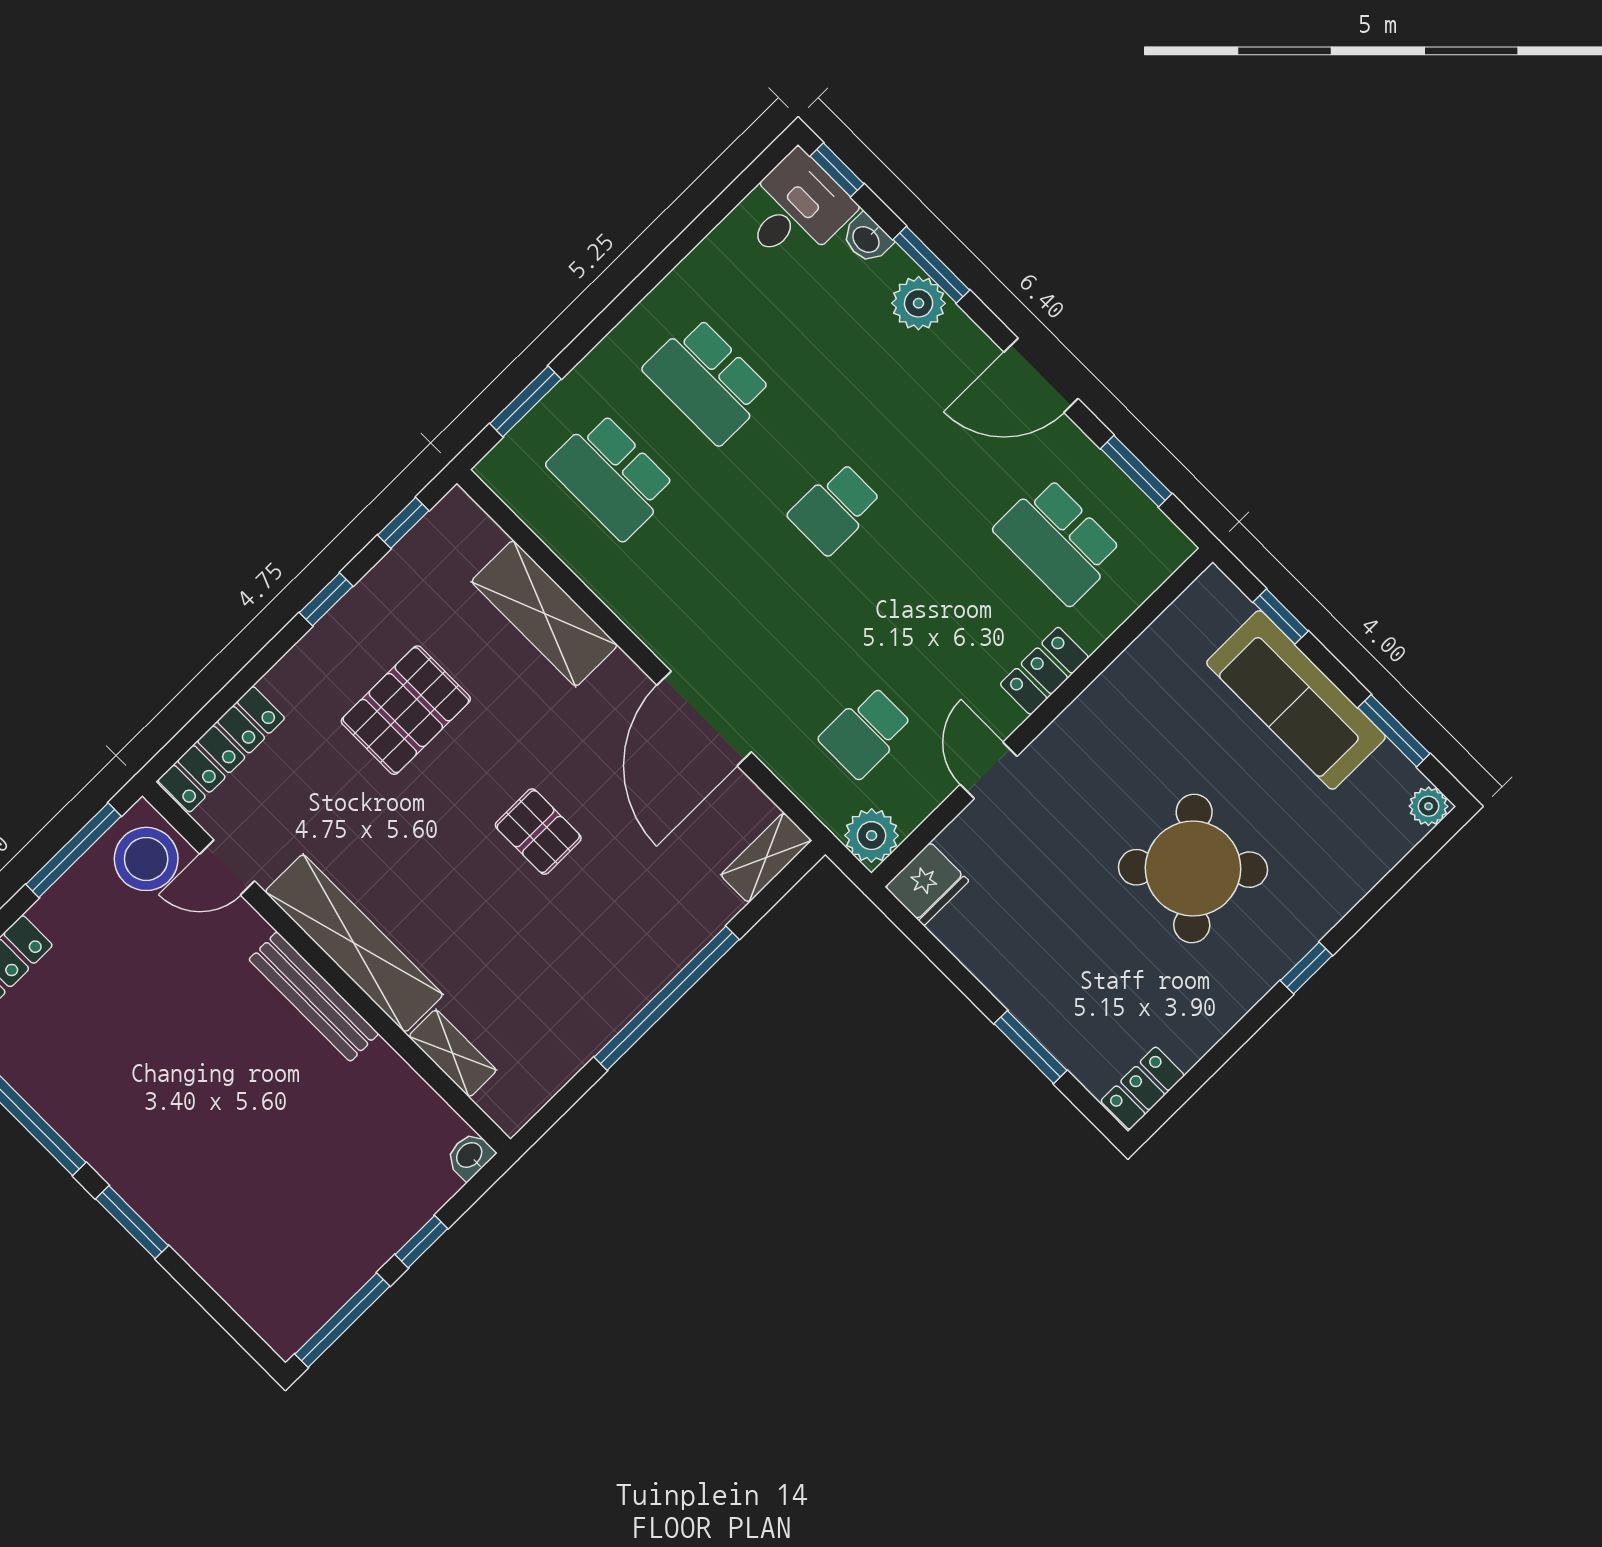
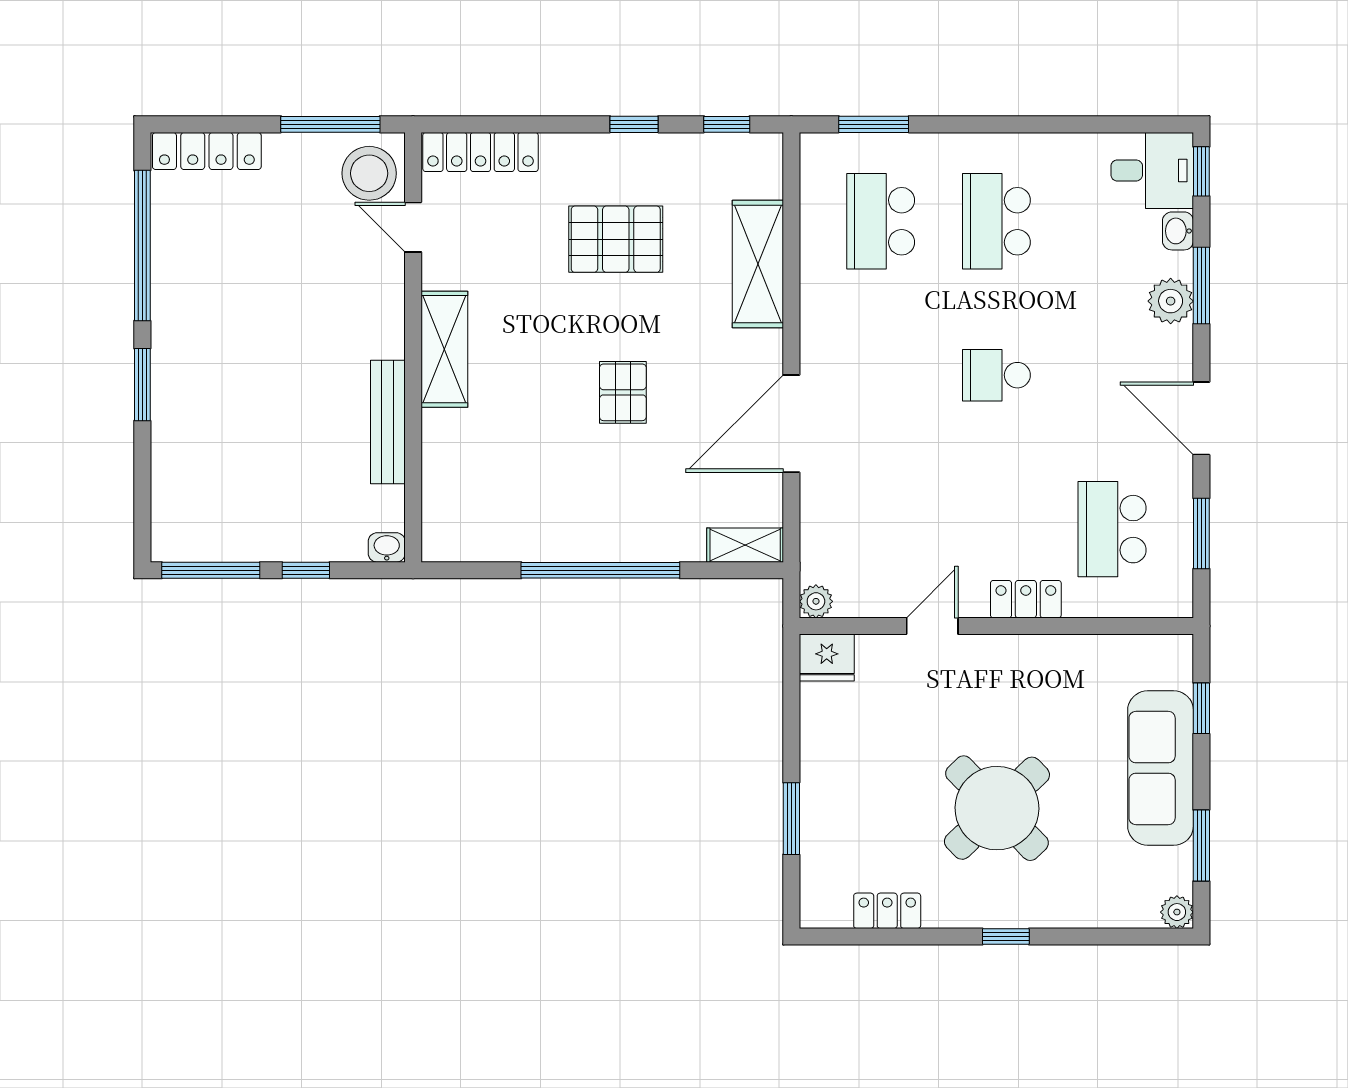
school desk: (866, 732) -> (881, 529), removed
plant: (872, 836) -> (816, 601), width x0.73, depth x0.73
shelving: (354, 943) -> (444, 349), width x0.68
bench: (314, 997) -> (388, 422), moved
shelving: (453, 1053) -> (438, 475), removed
locker: (1143, 1088) -> (887, 911), moved

